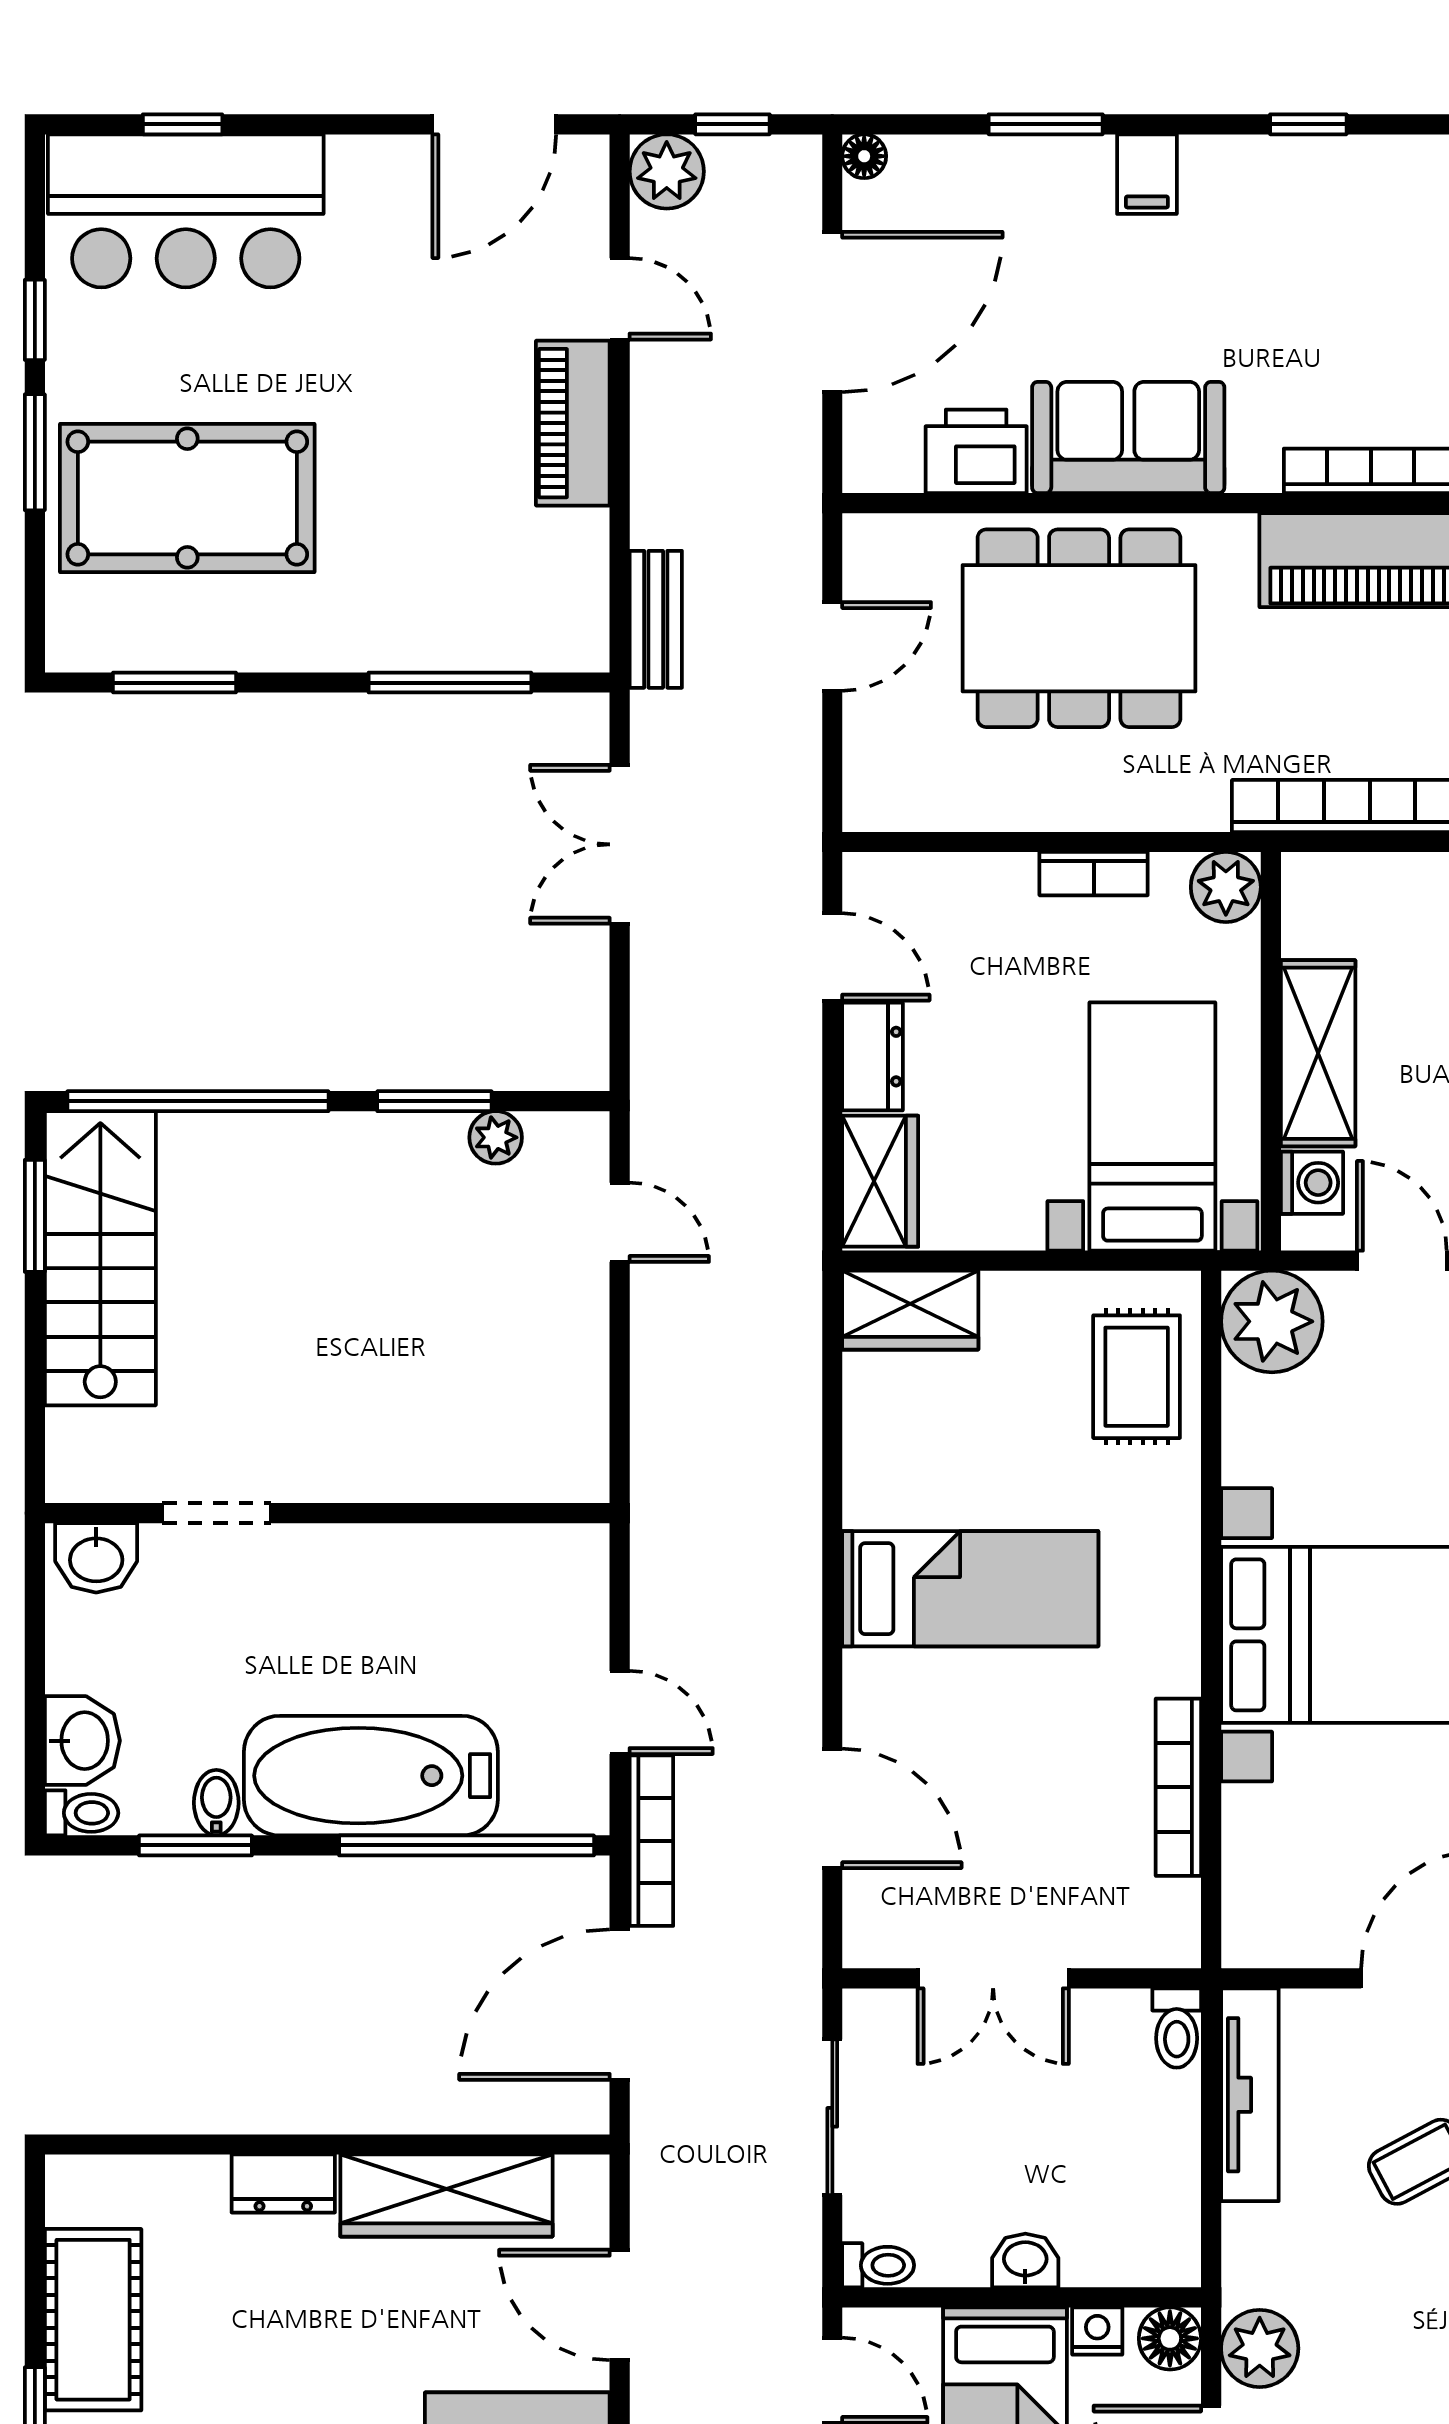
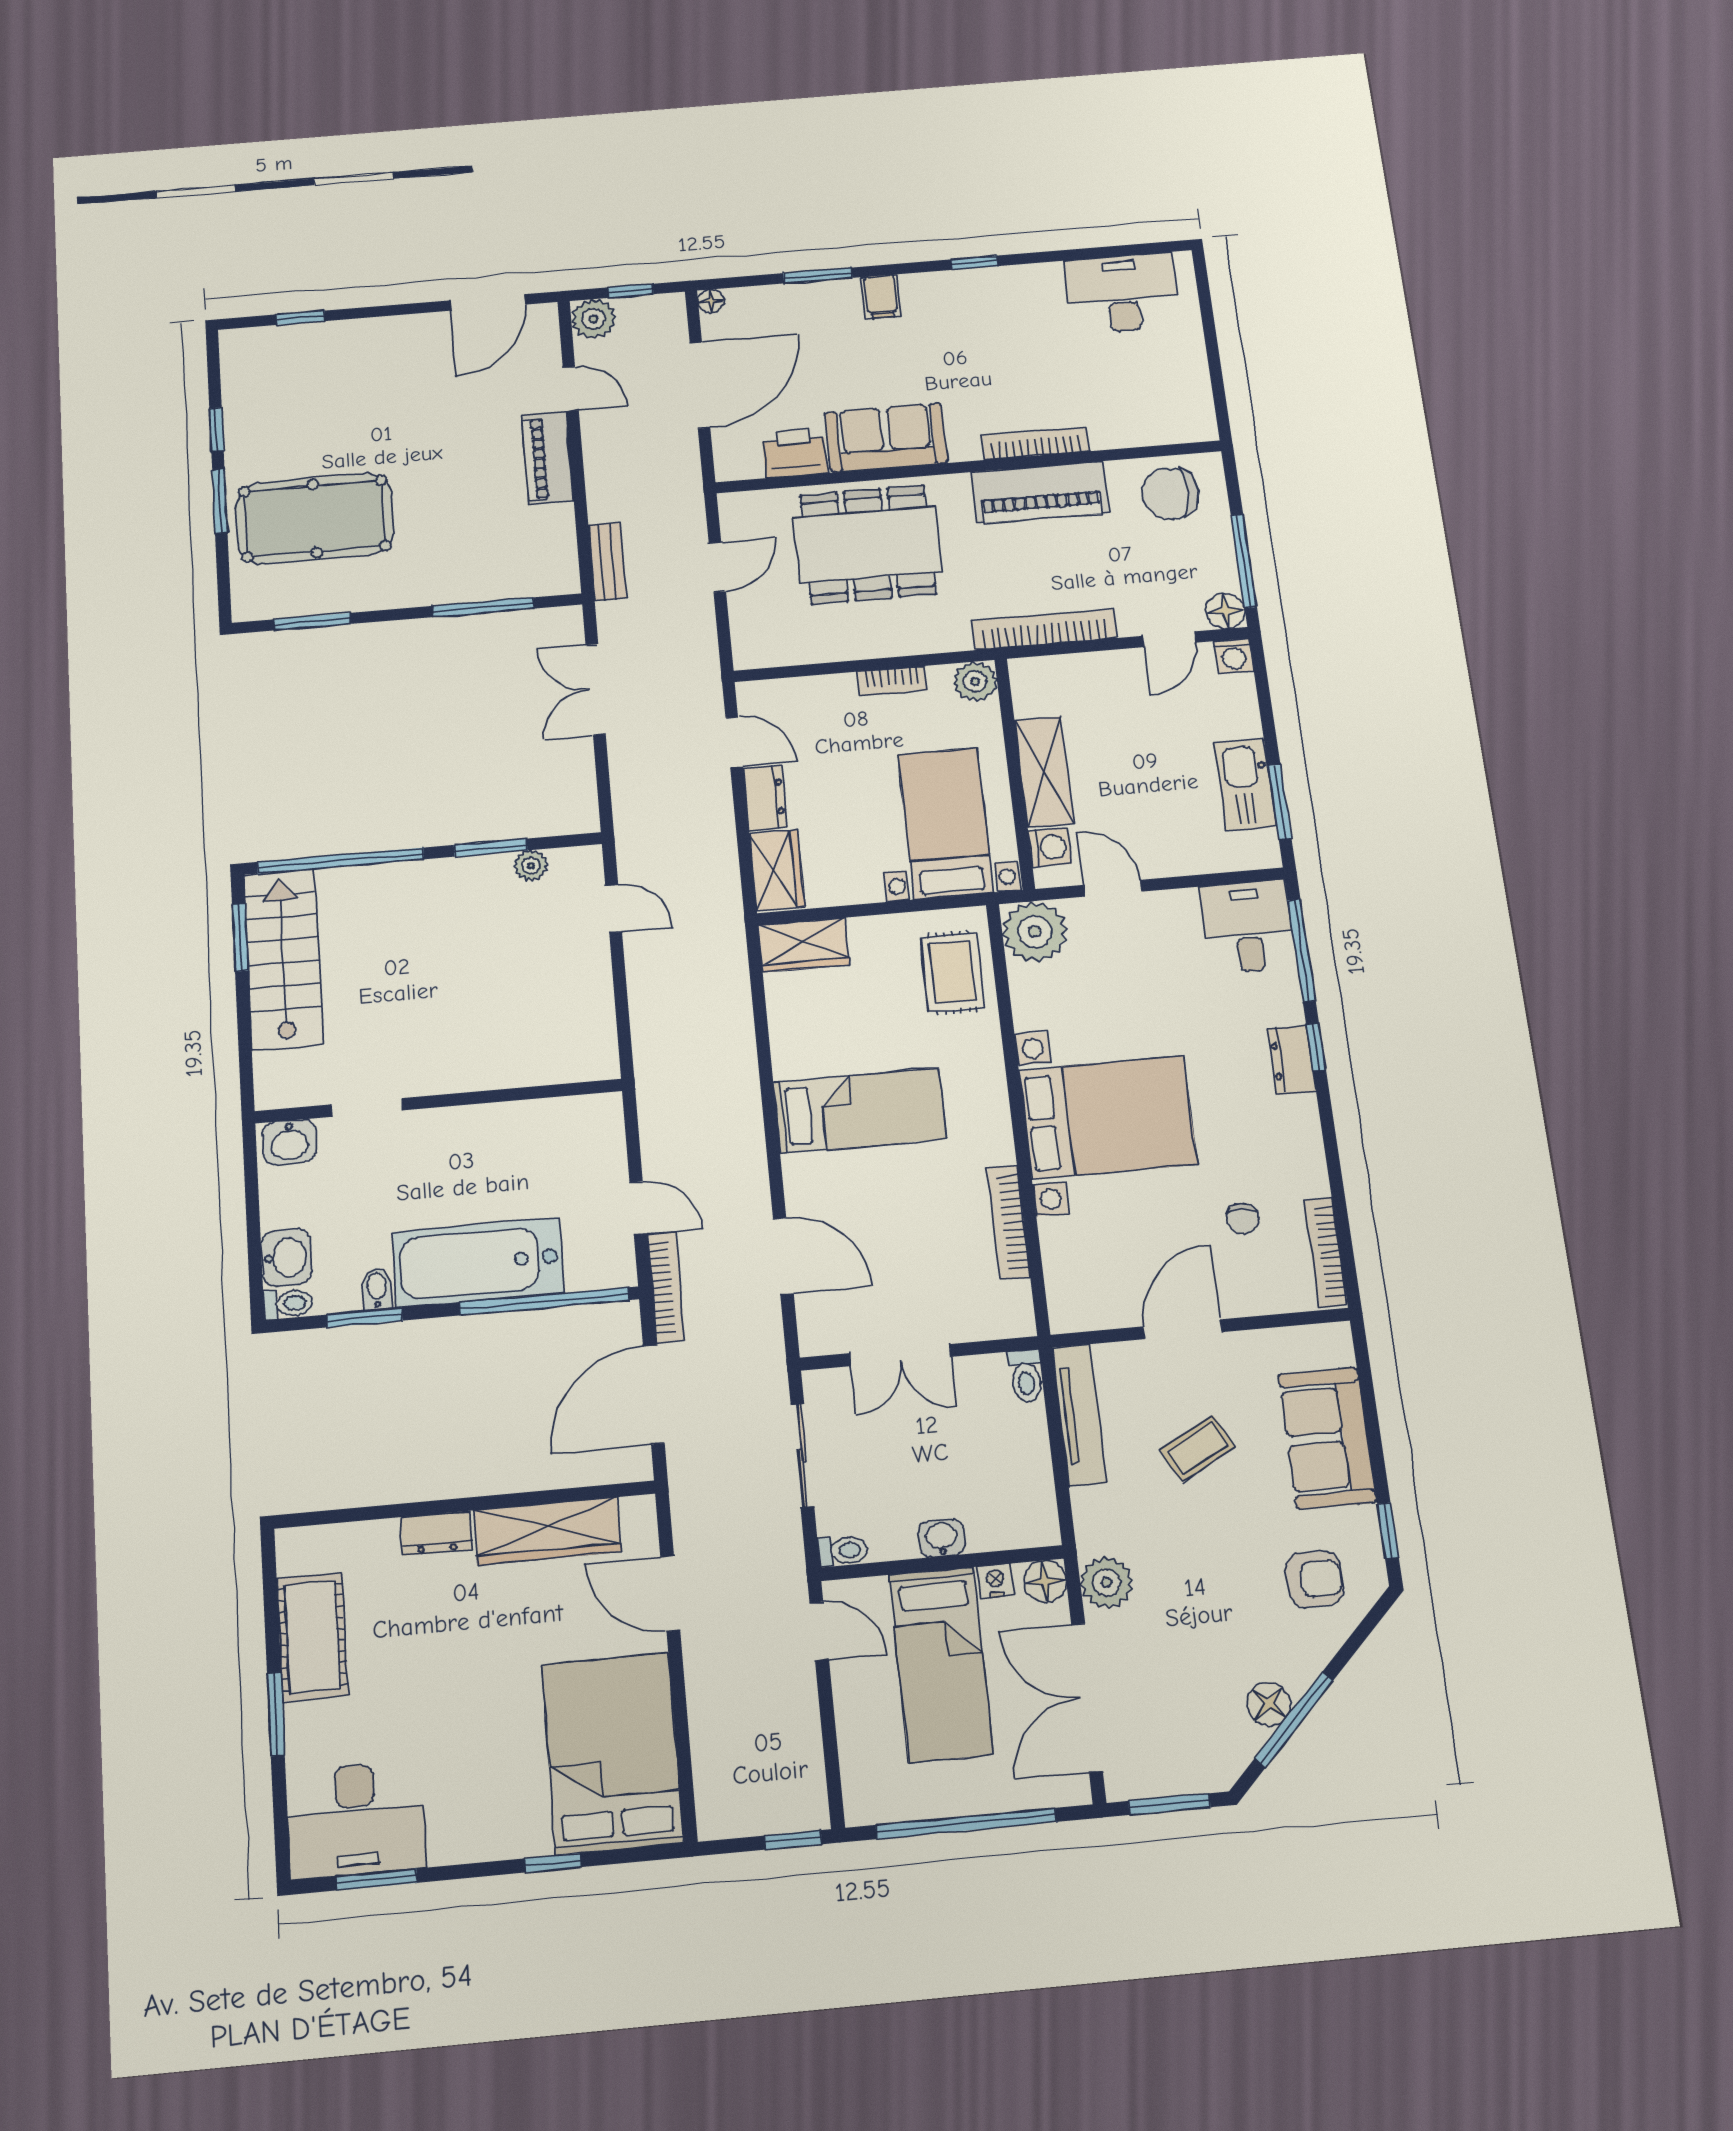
bar counter: (186, 211) -> (305, 363), removed

